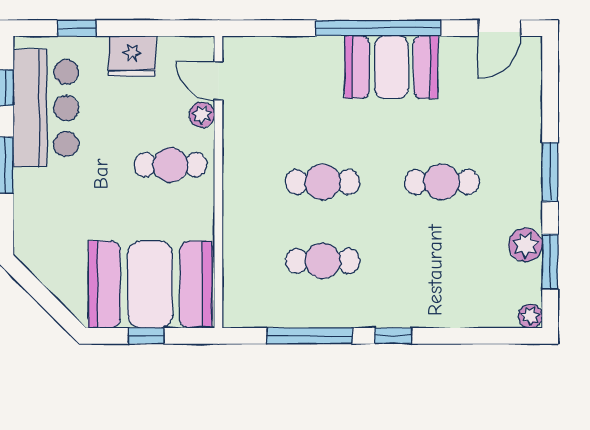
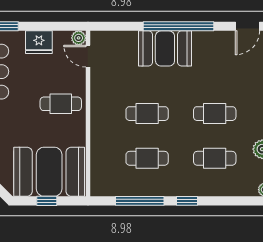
booth: (391, 67) -> (165, 48), moved
plant: (202, 115) -> (79, 38), moved
cafe table: (442, 261) -> (215, 158), added

